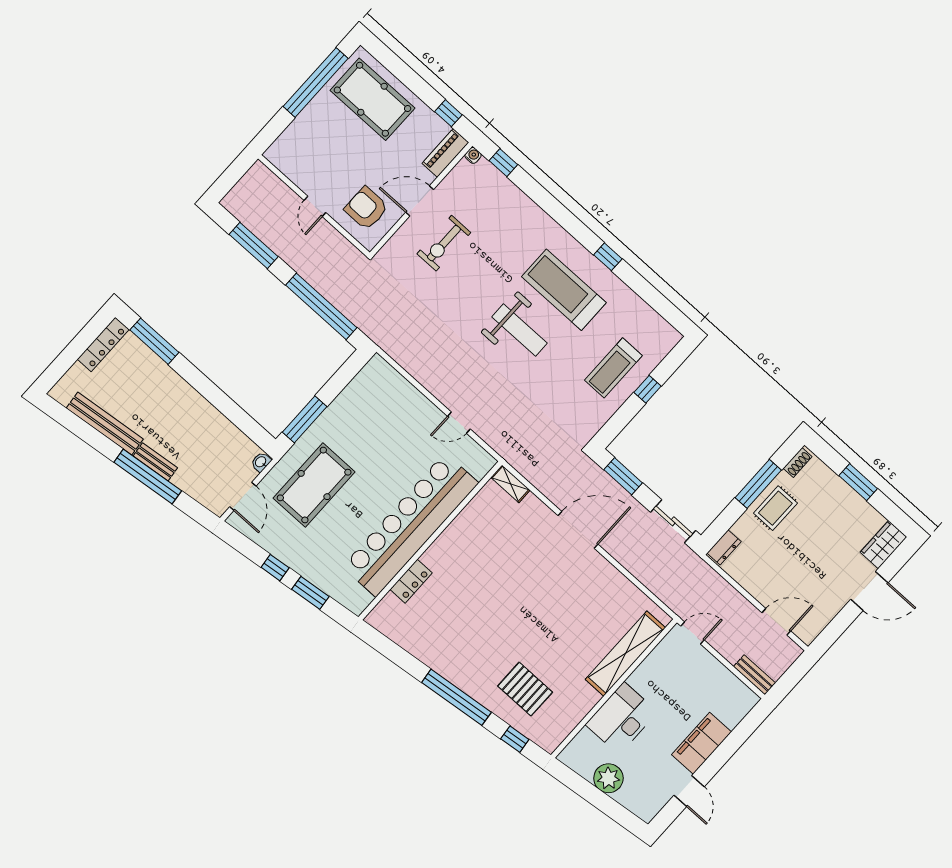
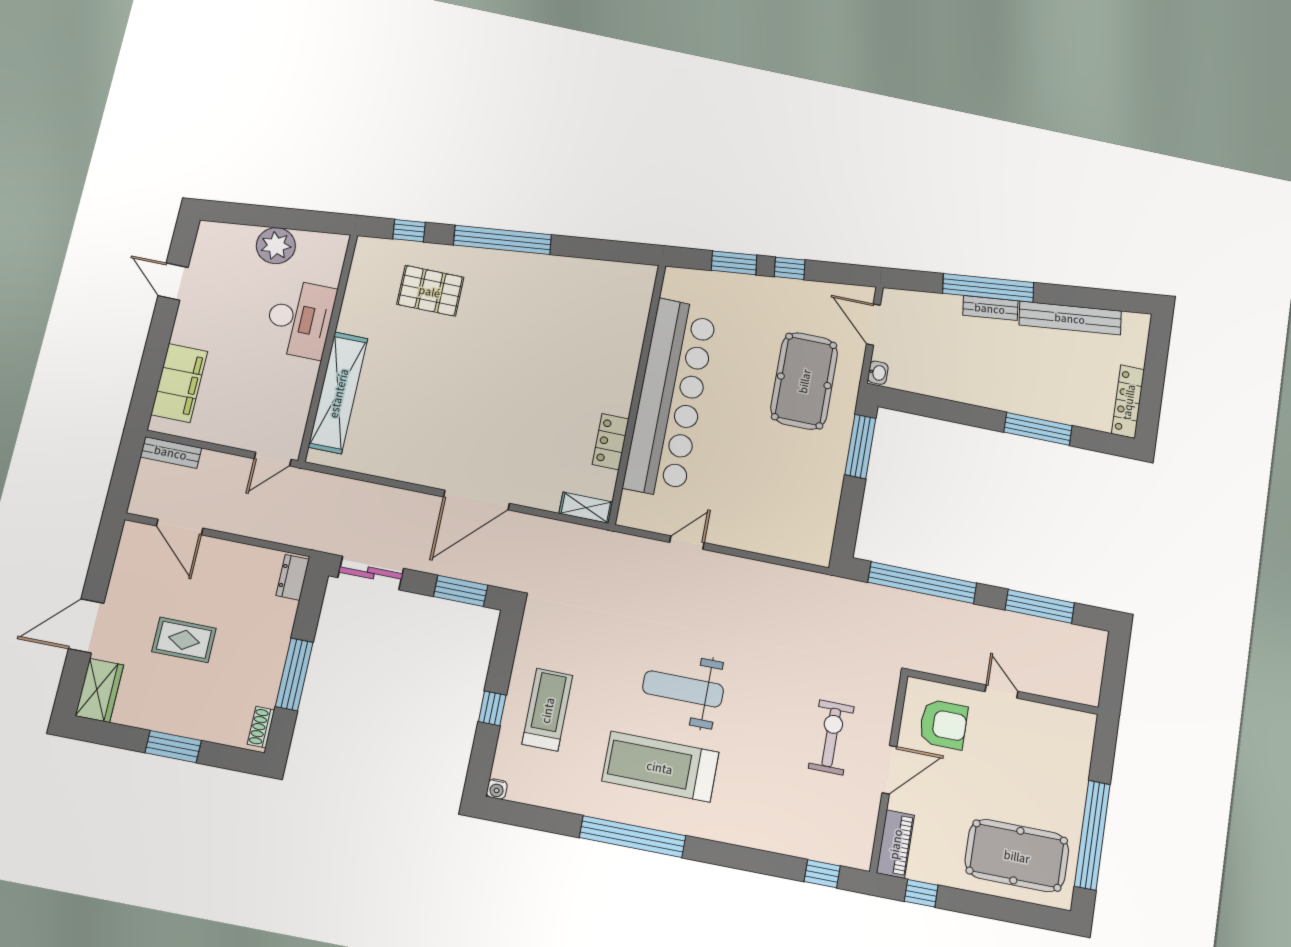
water cooler: (473, 155) -> (497, 789), moved
window: (608, 257) -> (633, 837), width x3.17
treadmill: (564, 290) -> (660, 767), turned 180
window: (154, 341) -> (1038, 429), moved
rug: (775, 508) -> (184, 640), moved, turned 90
locker: (411, 581) -> (611, 442), moved
door: (776, 622) -> (180, 527), hinge flipped
filing cabinet: (702, 743) -> (179, 383), moved

